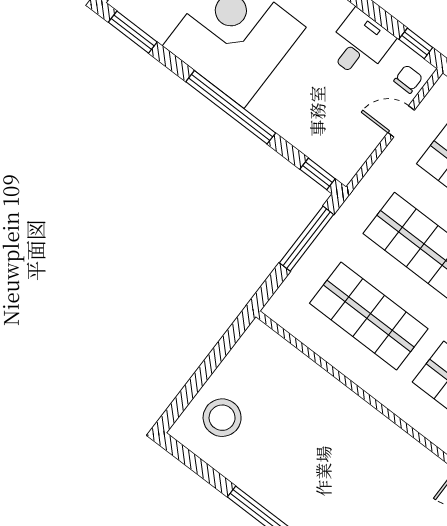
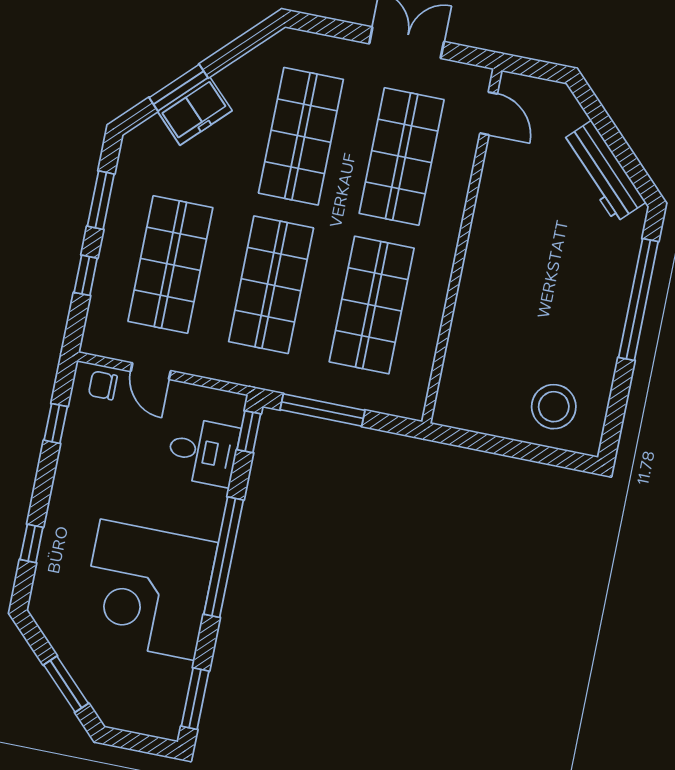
window: (416, 43) -> (56, 423), moved
desk: (359, 44) -> (203, 452), moved, turned 180

